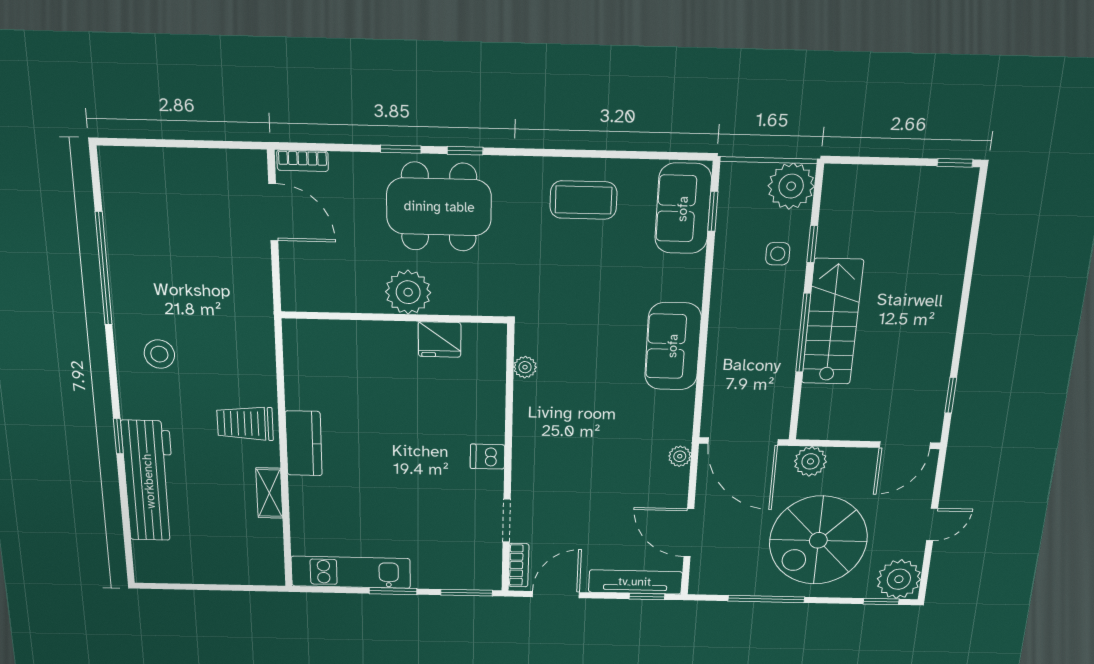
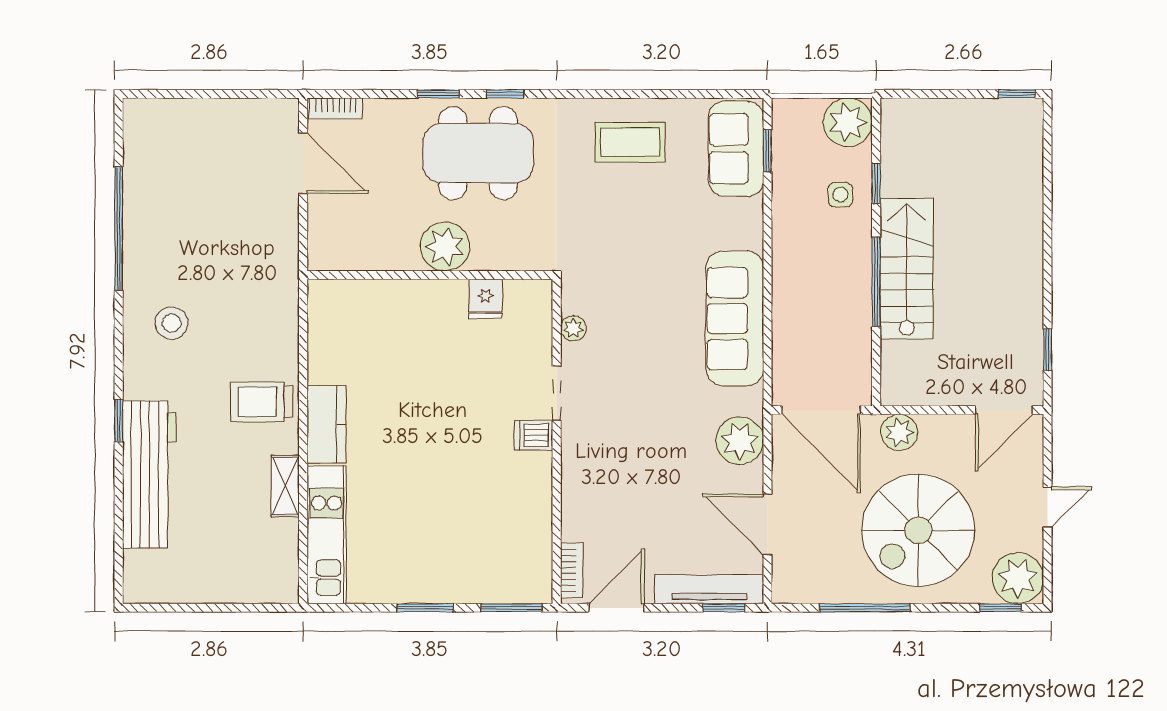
fridge: (440, 339) -> (485, 299), width x0.72
sofa: (673, 346) -> (735, 318), width x1.36
plant: (680, 456) -> (740, 441), width x1.88, depth x1.88
doorway: (507, 521) -> (557, 393), moved
kitchen unit: (351, 572) -> (326, 535), moved, turned 90

